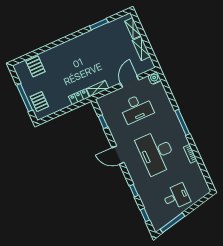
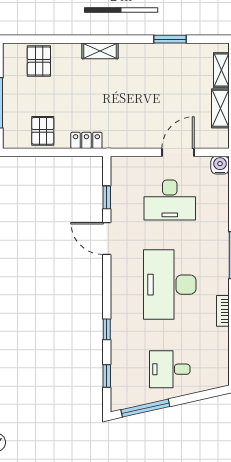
shelving: (98, 89) -> (100, 51), moved
pallet: (39, 102) -> (43, 131), moved
door: (118, 155) -> (107, 239), moved
desk: (176, 197) -> (170, 369), turned 180

